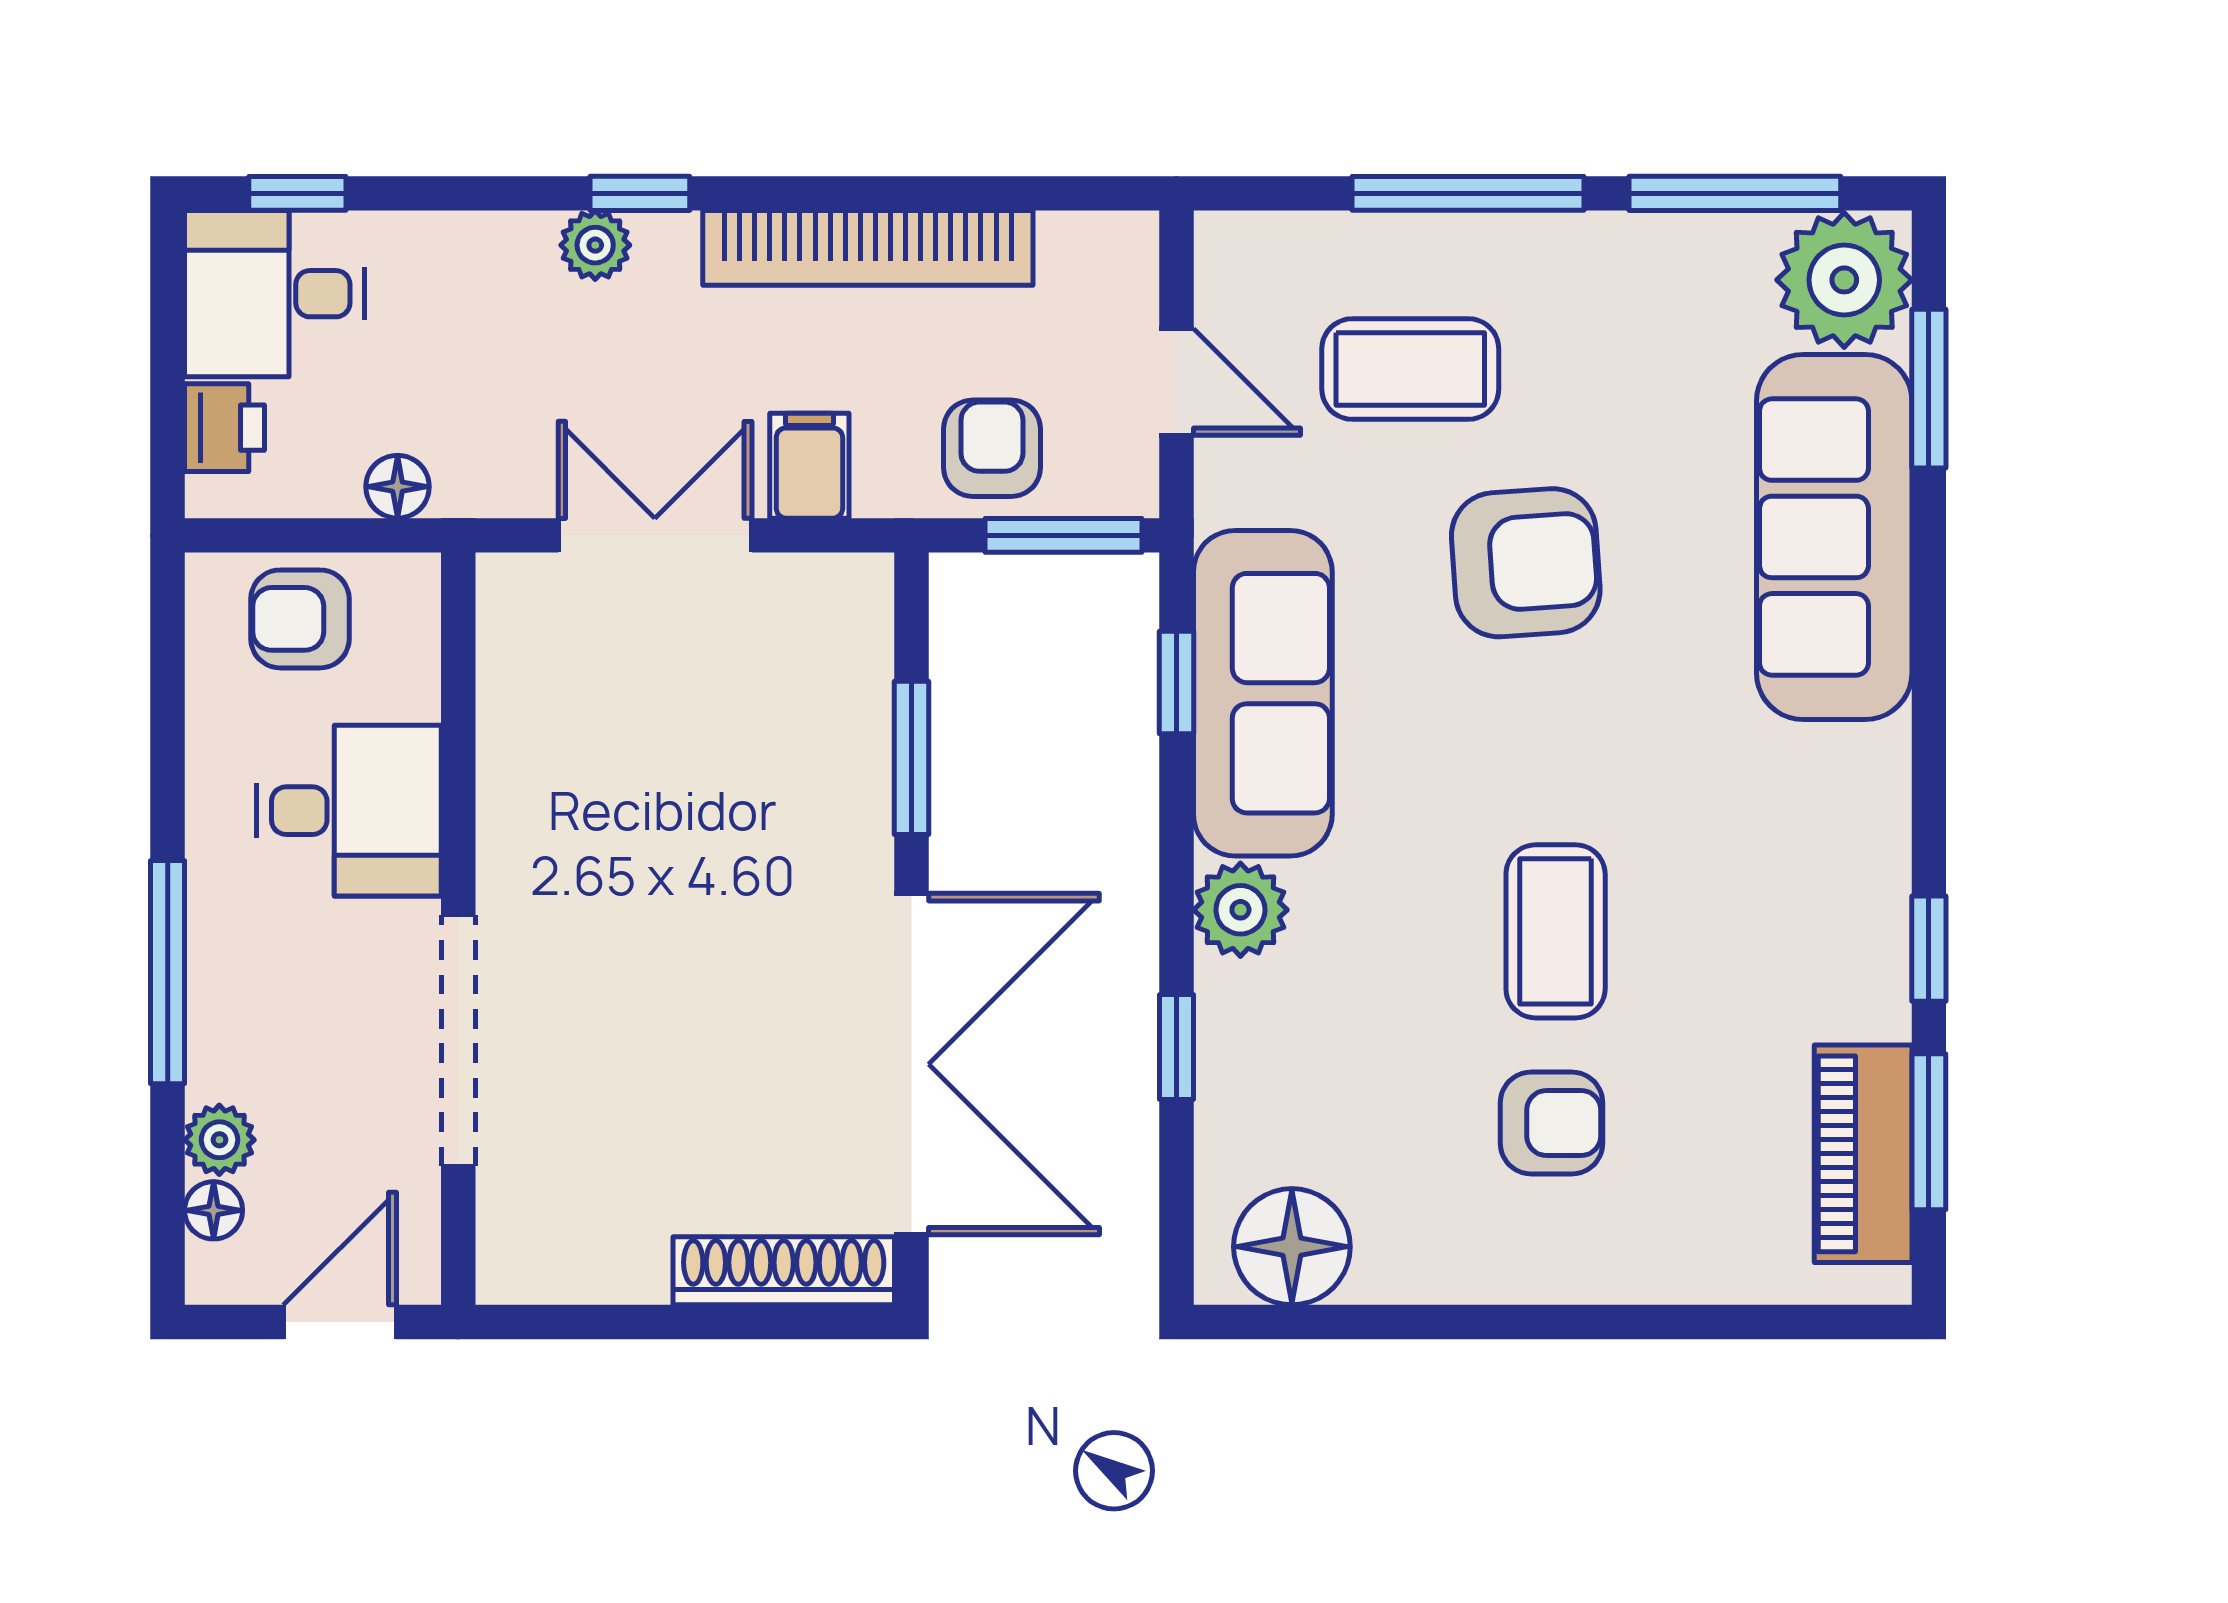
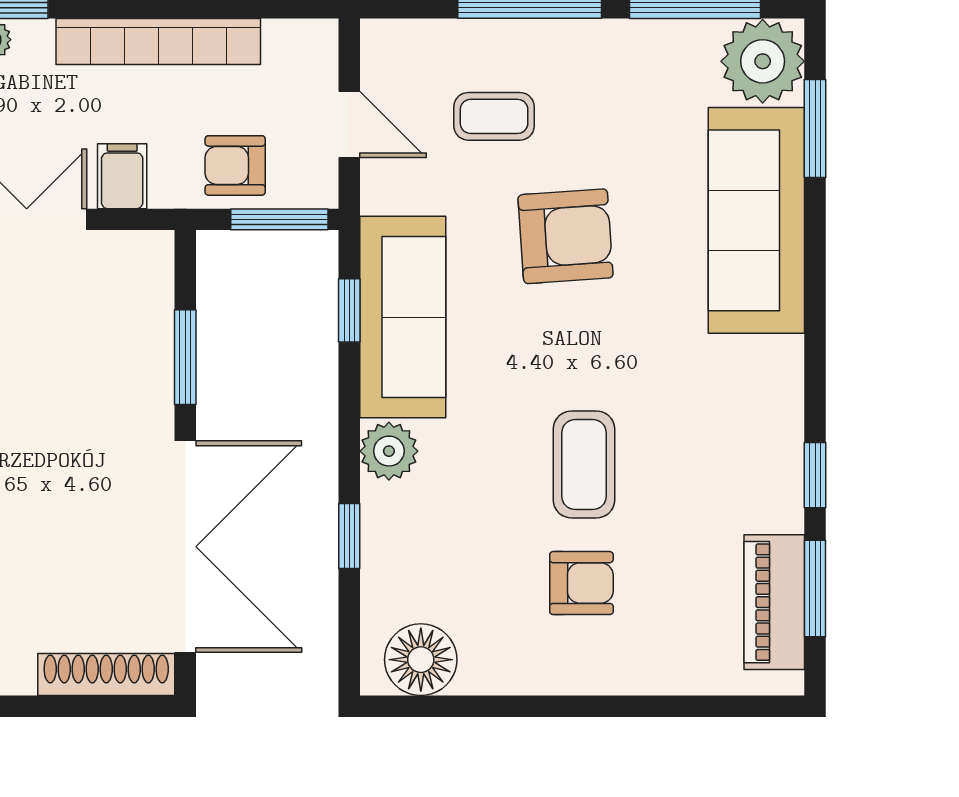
coffee table: (1410, 369) -> (494, 116), width x0.73, depth x0.77
armchair: (992, 448) -> (235, 165), turned -90

